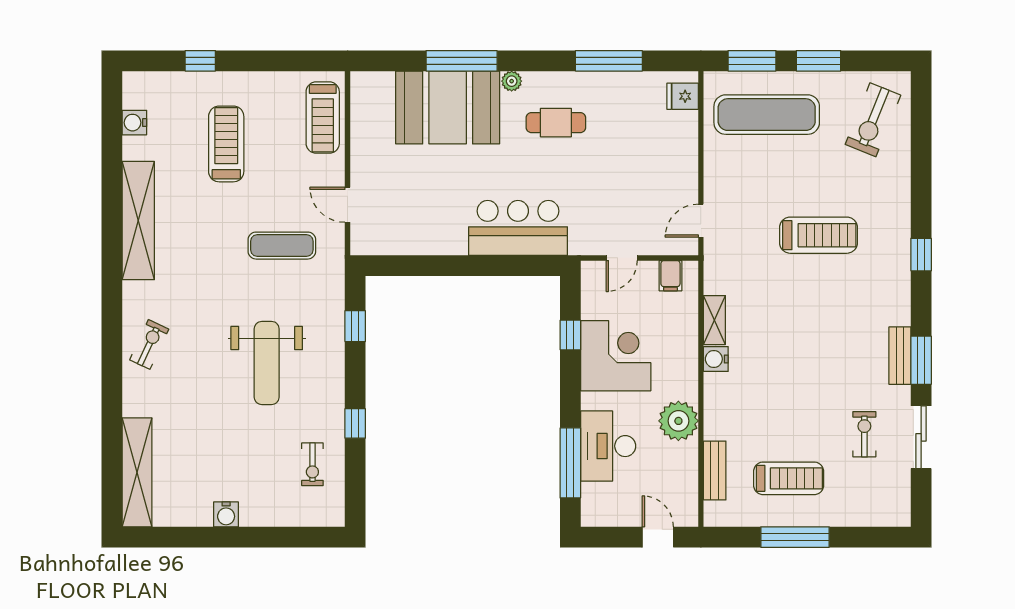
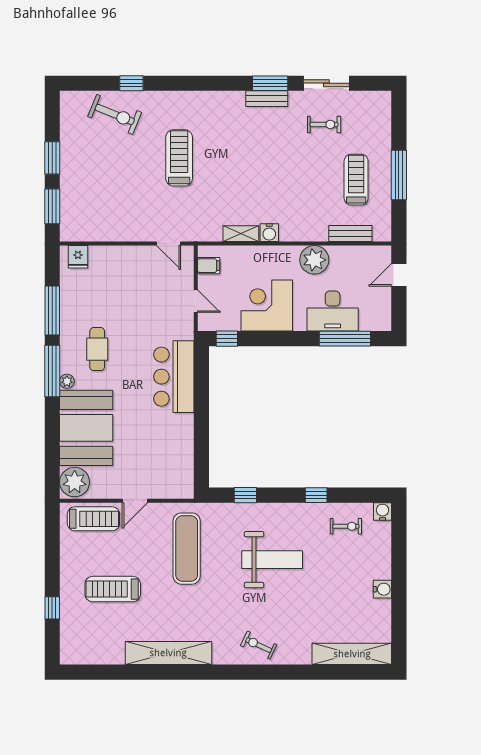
window: (462, 61) -> (52, 371), moved
plant: (373, 92) -> (75, 482), added
exercise mat: (767, 115) -> (91, 196), removed
exercise bike: (873, 120) -> (115, 114), moved
water cooler: (134, 123) -> (383, 511), moved, turned 180
door: (348, 205) -> (135, 501), moved
exercise mat: (282, 246) -> (187, 549), width x1.36, depth x1.45
window: (921, 255) -> (131, 83), moved
window: (570, 335) -> (227, 339), moved
exercise bike: (864, 434) -> (324, 124), turned 180

